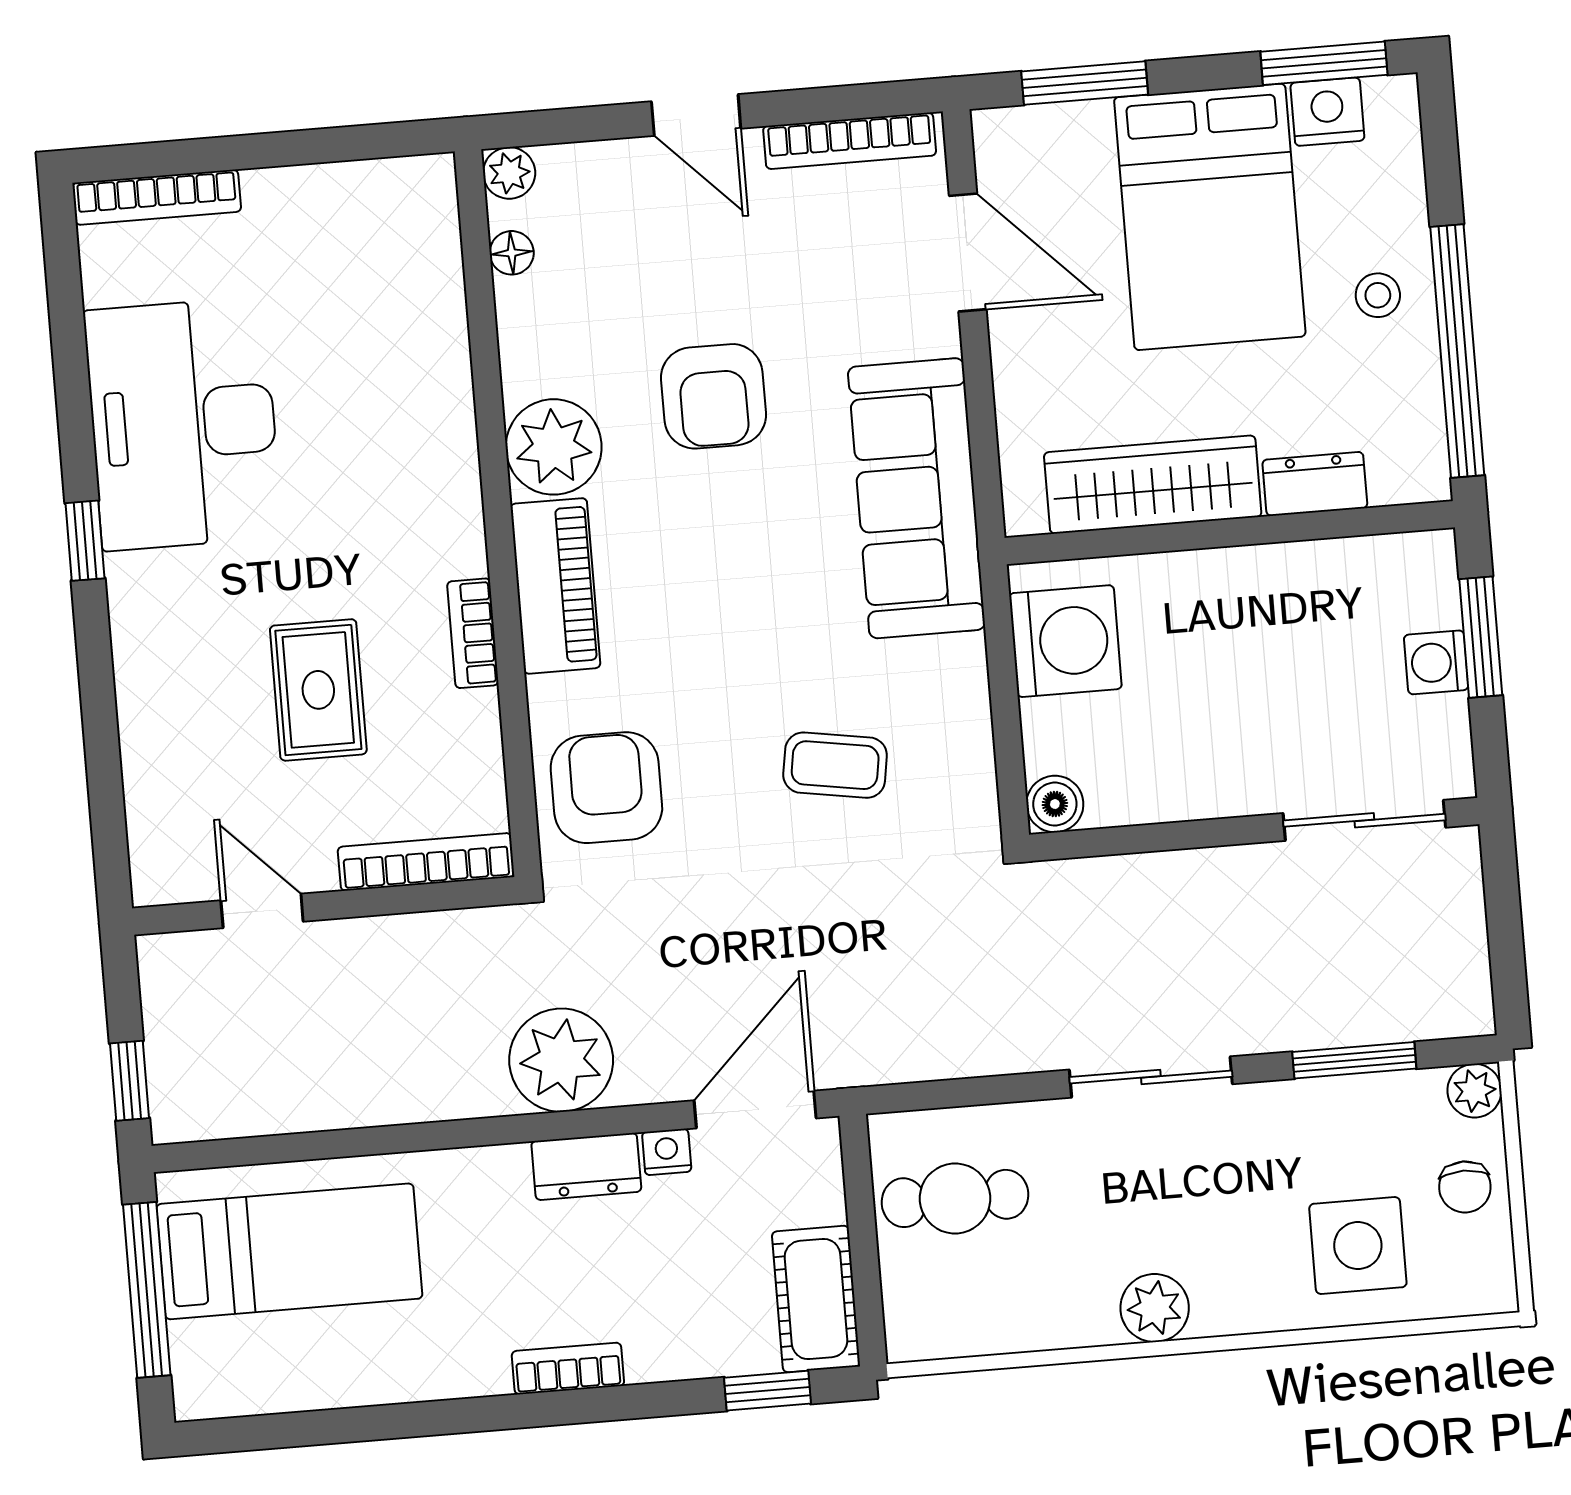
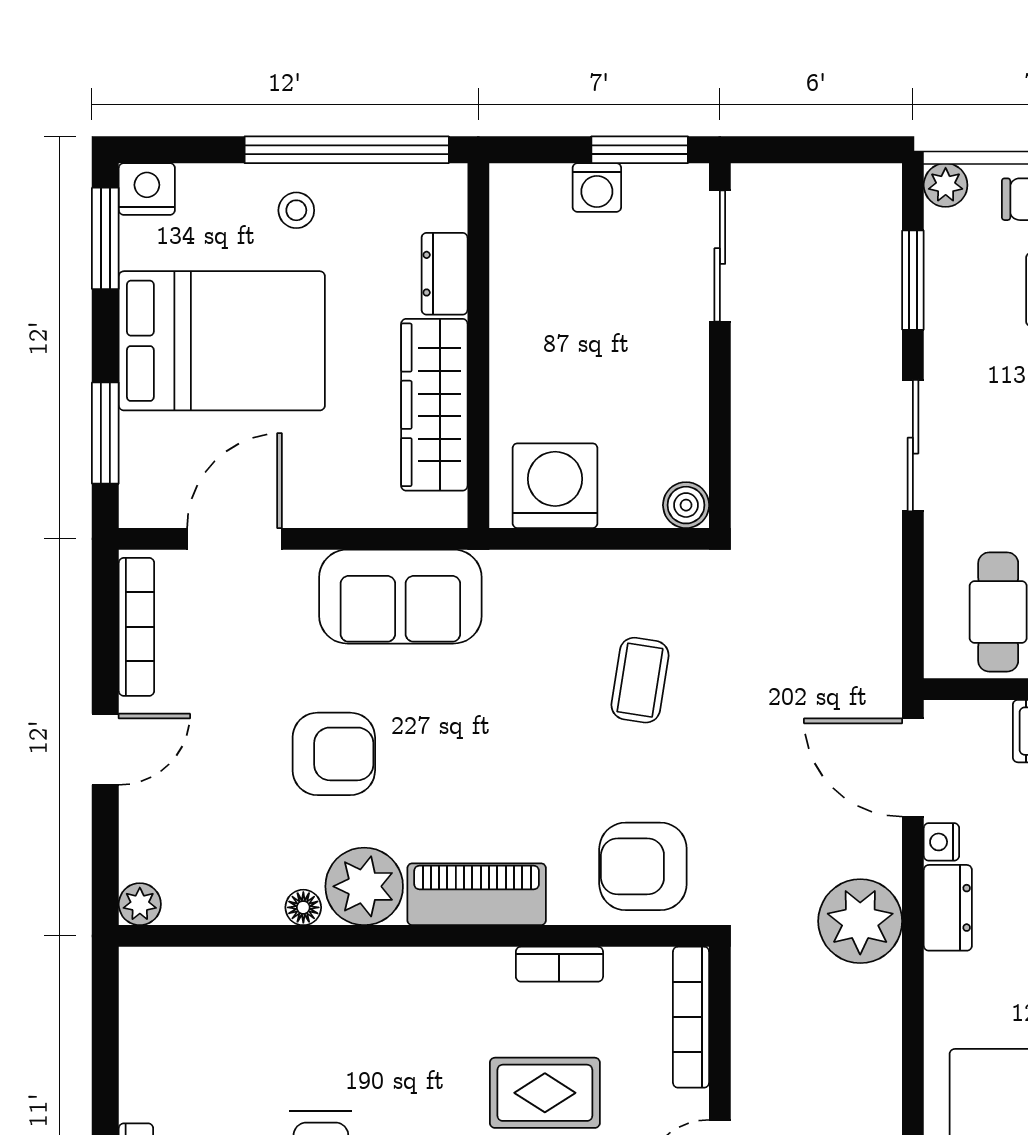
nightstand: (1327, 112) -> (147, 189), moved, turned 90
floor lamp: (512, 253) -> (303, 907), moved
sofa: (917, 498) -> (400, 597), width x0.73
bookcase: (473, 633) -> (559, 964), moved
window: (1481, 637) -> (640, 150), moved

